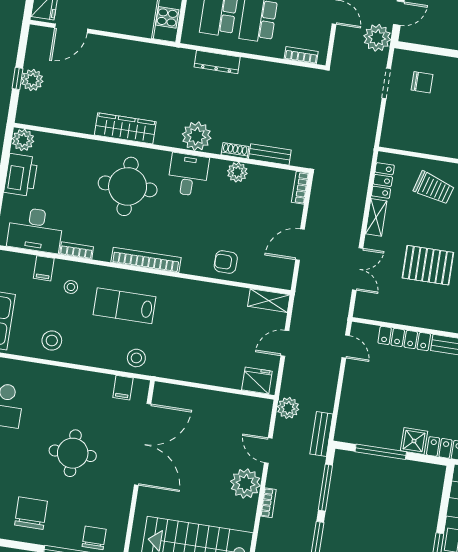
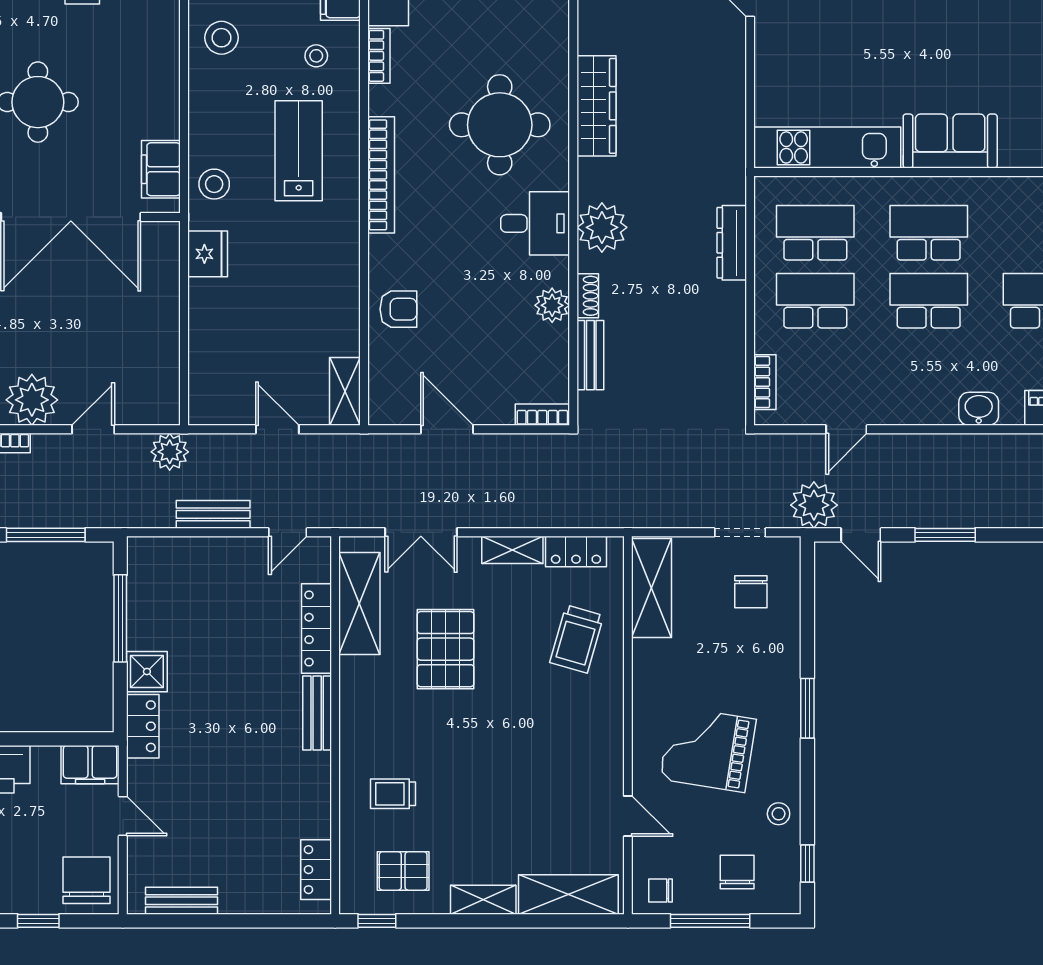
shelving: (411, 140) -> (652, 588), added
armchair: (226, 262) -> (398, 309), turned 90
shelving: (394, 311) -> (359, 603), added
fridge: (257, 381) -> (208, 254), moved
filing cabinet: (123, 388) -> (161, 169), width x2.00
bench: (321, 434) -> (213, 514), moved

